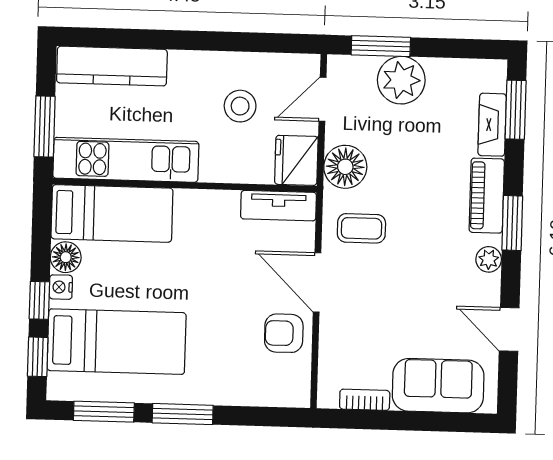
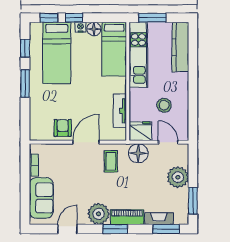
window: (381, 46) -> (193, 201), moved
tv unit: (279, 206) -> (120, 111), moved
plant: (489, 259) -> (99, 214), width x1.88, depth x1.88
window: (104, 412) -> (25, 48), width x0.67

